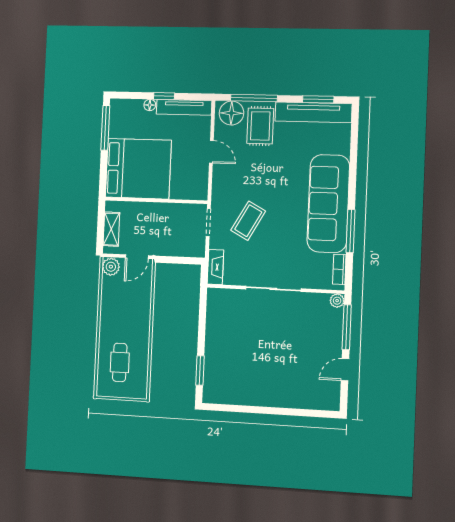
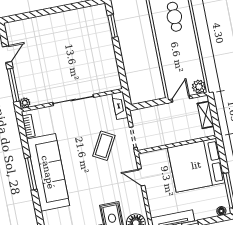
floor lamp: (150, 105) -> (221, 211), moved
door: (211, 152) -> (141, 177), moved
window: (351, 231) -> (31, 174), moved

